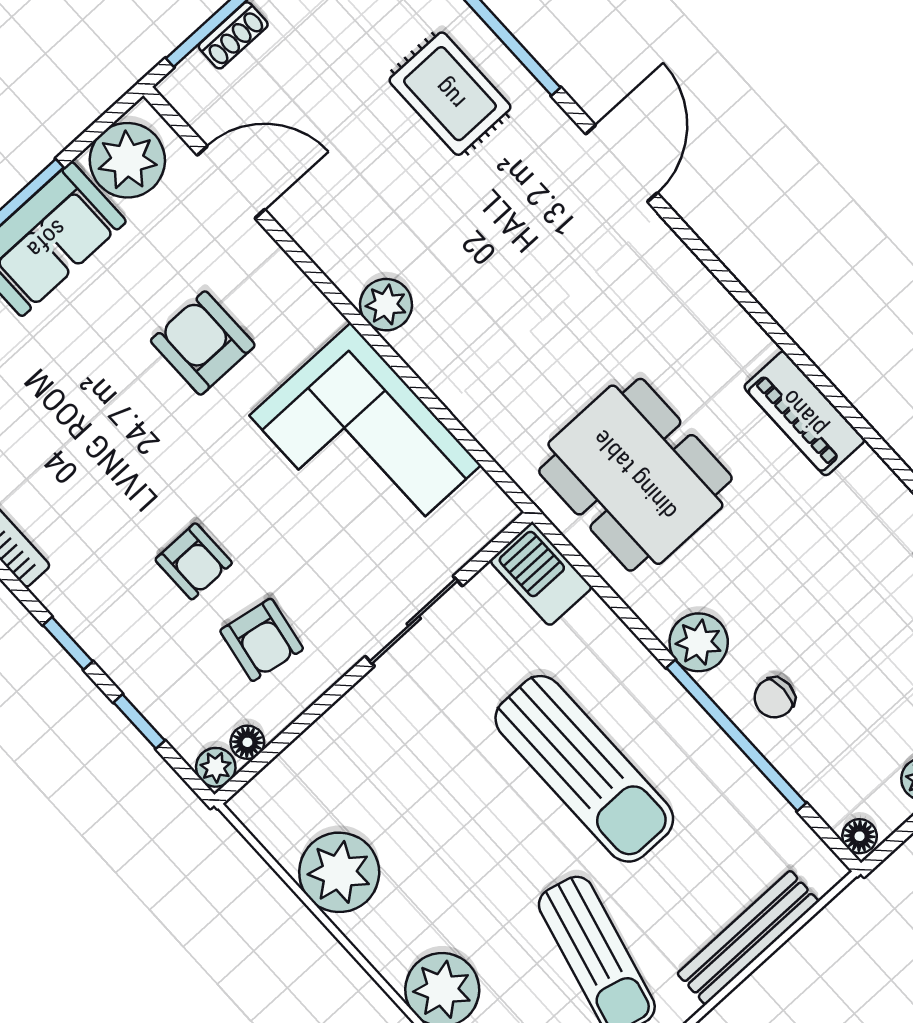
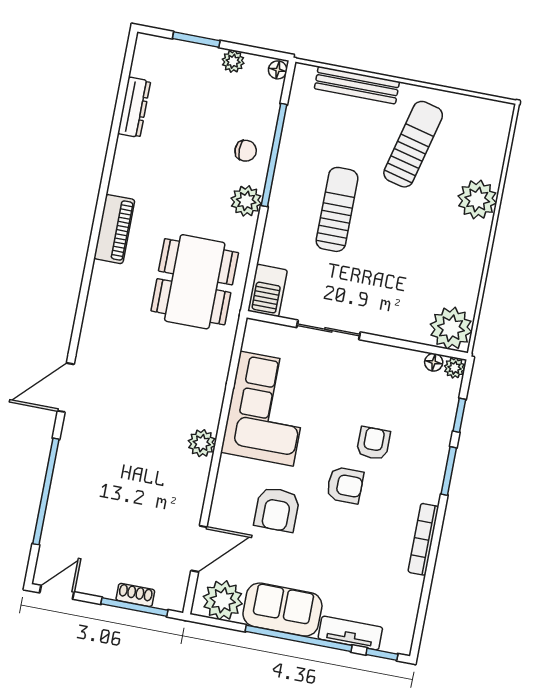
rug: (450, 94) -> (91, 483), removed
door: (231, 182) -> (199, 549), swing flipped
armchair: (262, 640) -> (345, 485), moved, turned 80
window: (68, 643) -> (449, 471), width x1.50
sun lounger: (584, 769) -> (337, 209), width x0.73, depth x0.75
plant: (339, 872) -> (451, 328), moved

